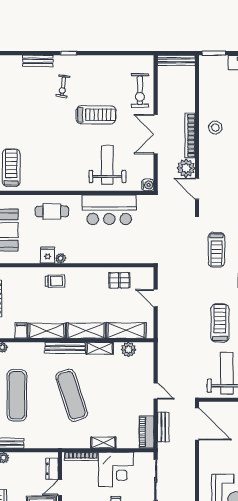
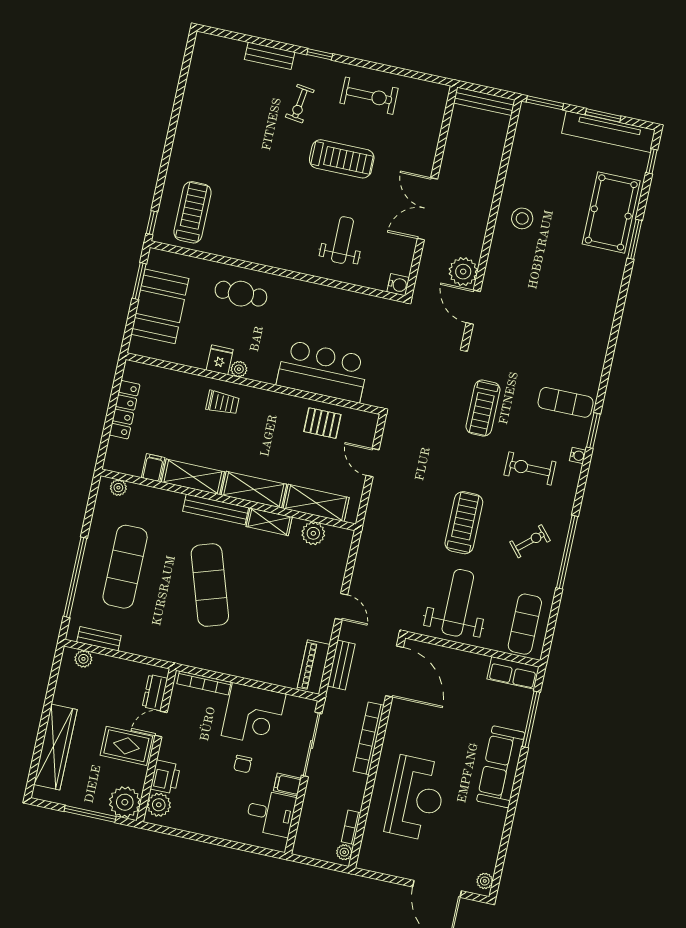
exercise bike: (140, 90) -> (369, 96), moved, turned -90
bookcase: (190, 136) -> (369, 738), moved
weight bench: (107, 165) -> (342, 240), width x0.73, depth x0.75
bar counter: (109, 210) -> (323, 371), moved, turned 180
shelving: (103, 443) -> (243, 669), removed

